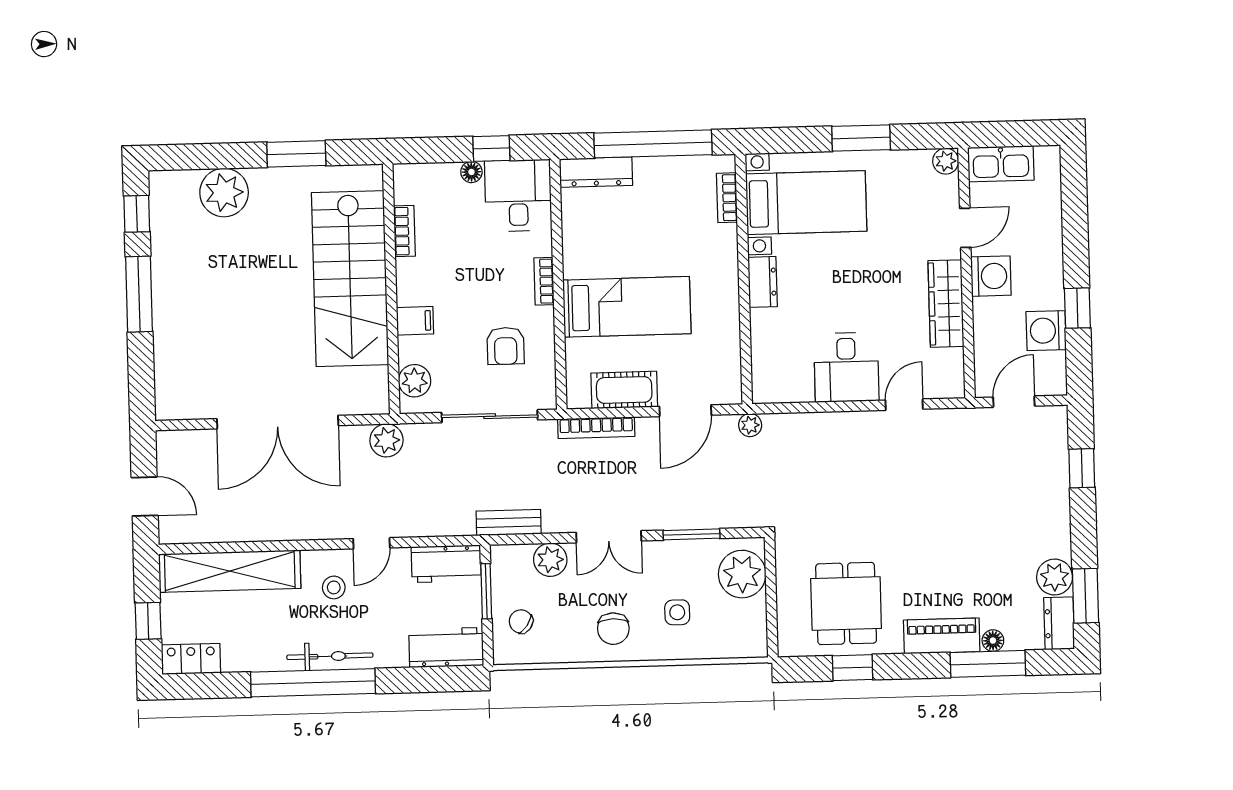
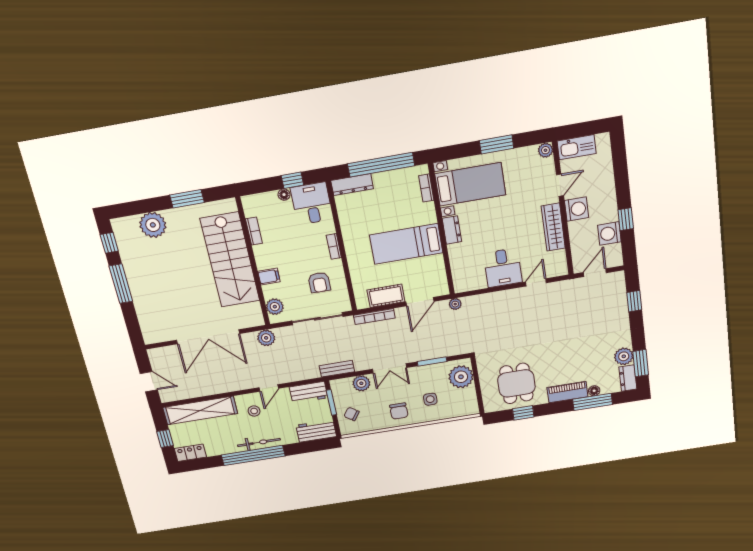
bed: (627, 307) -> (406, 244), moved, turned 180

